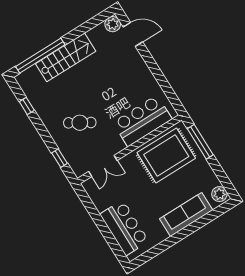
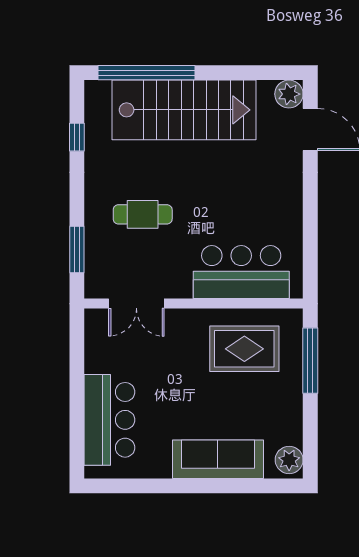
stairs: (66, 57) -> (184, 110), width x1.36, depth x1.51
cafe table: (80, 123) -> (143, 214), turned -31
rug: (166, 155) -> (244, 349), width x0.73, depth x0.69
window: (60, 158) -> (77, 249), width x1.50

